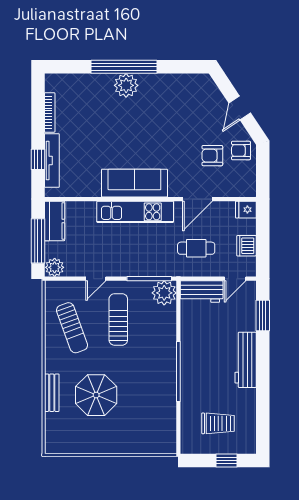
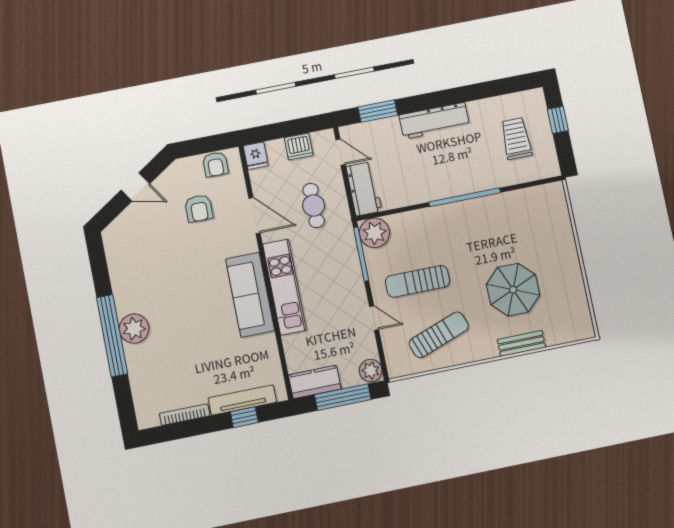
armchair: (241, 151) -> (215, 164), moved

